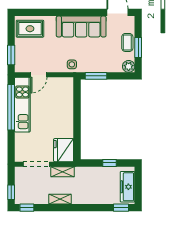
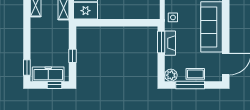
window: (138, 48) -> (190, 85), width x1.44
fireplace: (97, 67) -> (170, 43), added
window: (138, 181) -> (54, 85), added

